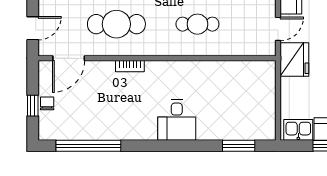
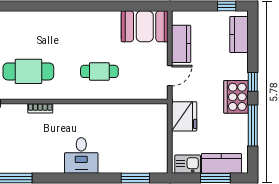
fridge: (294, 59) -> (184, 116), moved

